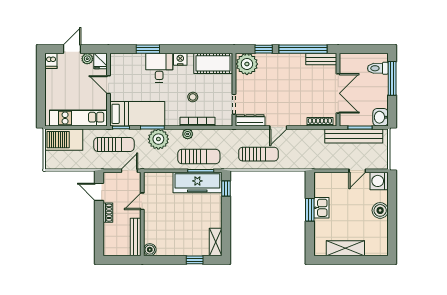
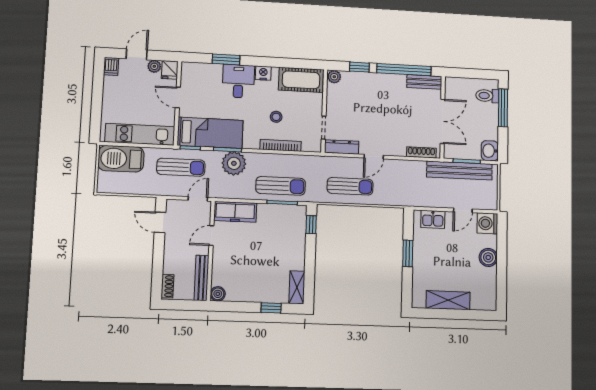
plant: (247, 64) -> (334, 77), width x0.53, depth x0.53
plant: (188, 134) -> (268, 159), removed
freezer: (197, 182) -> (235, 212), moved, width x0.73, depth x0.79
kitchen sink: (321, 208) -> (433, 219), moved, turned 90
shoe rack: (108, 213) -> (167, 286), moved

